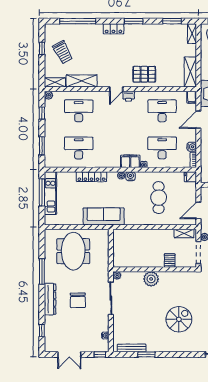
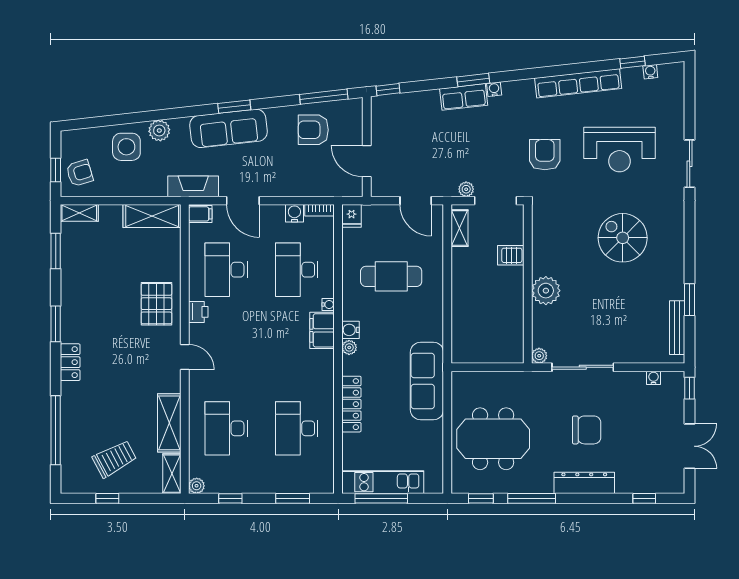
printer: (129, 96) -> (198, 312), moved
window: (42, 245) -> (481, 498), added

